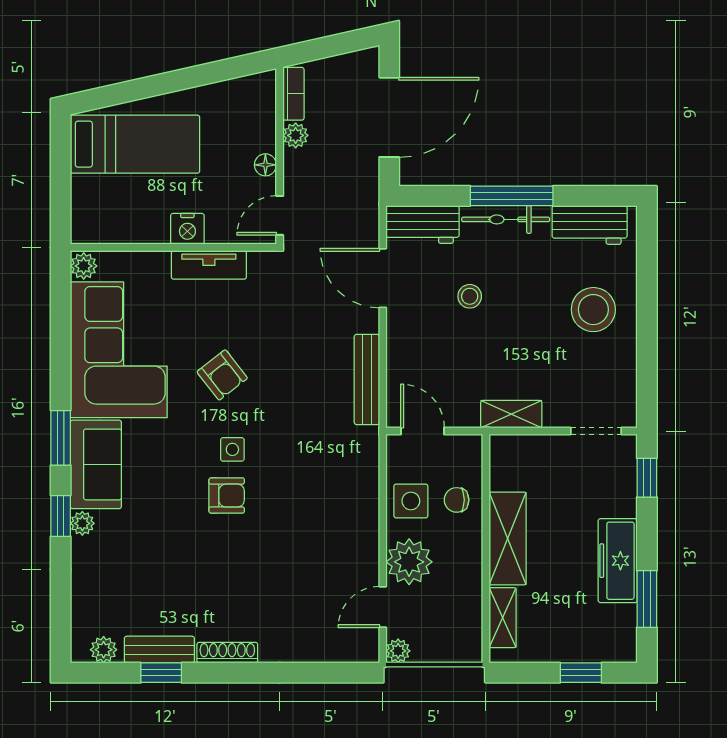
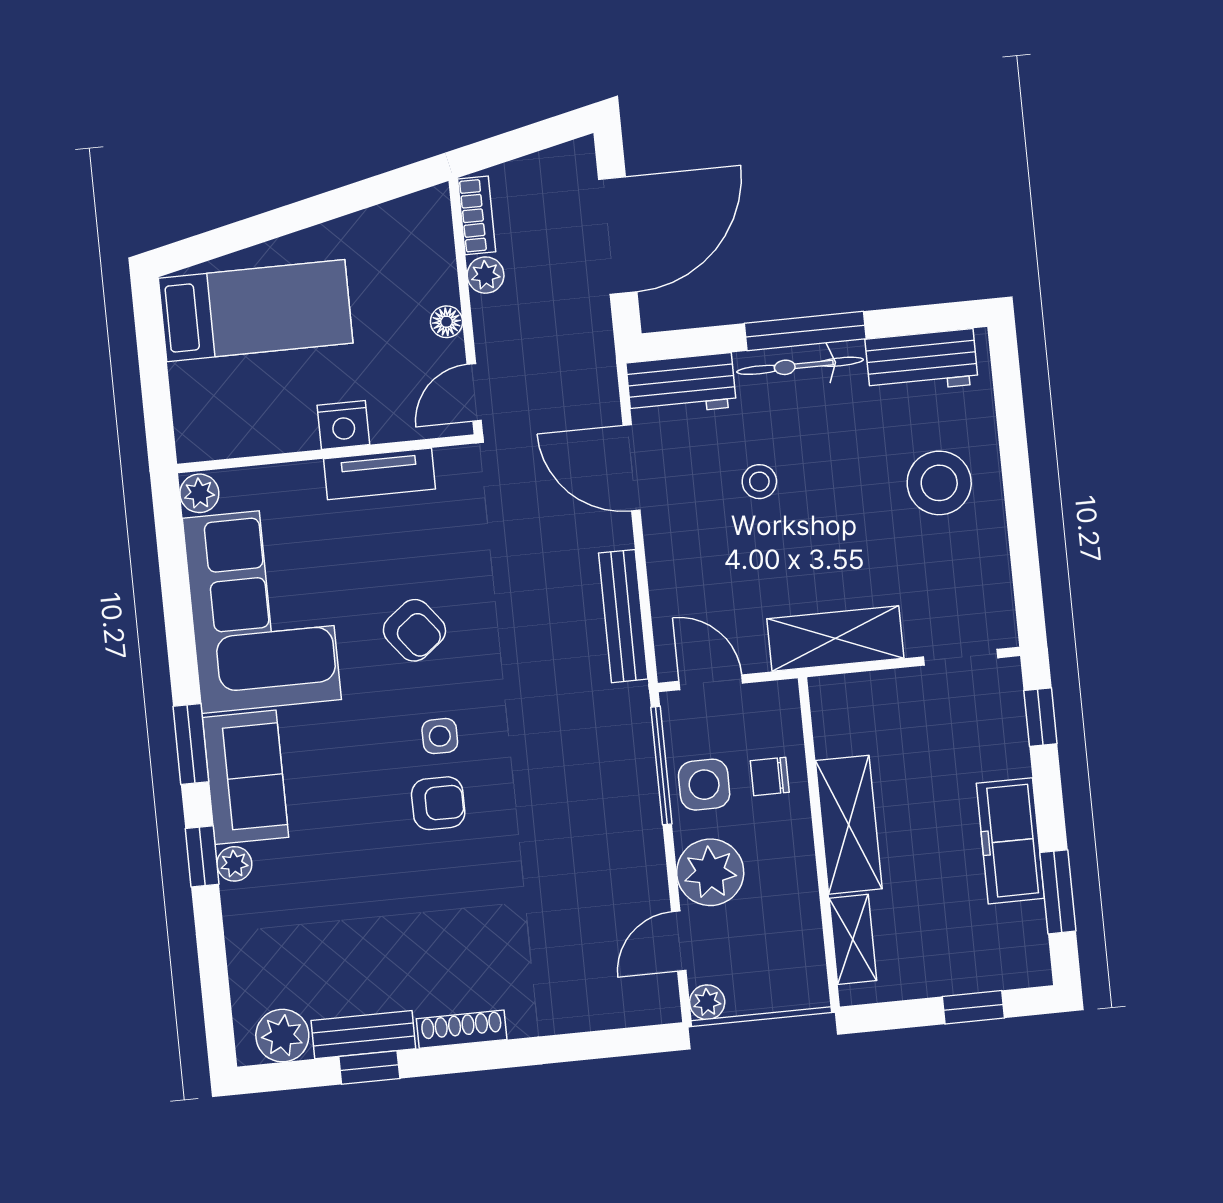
shelving: (511, 414) -> (835, 638), width x1.50, depth x1.33
window: (383, 485) -> (661, 766), added
plant: (104, 650) -> (282, 1036), width x1.38, depth x1.38

